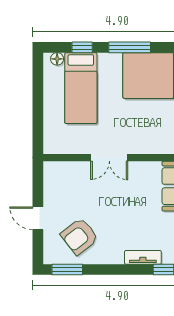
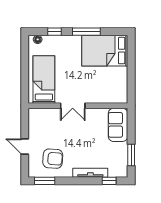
bed: (81, 88) -> (44, 80), moved, turned 180
armchair: (79, 236) -> (53, 159), turned -138
tv unit: (143, 257) -> (90, 173), width x1.41

